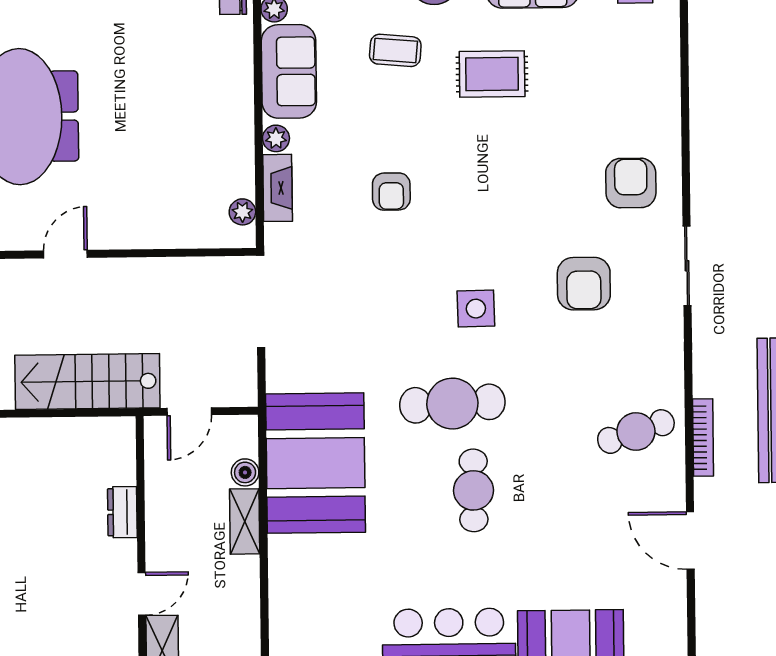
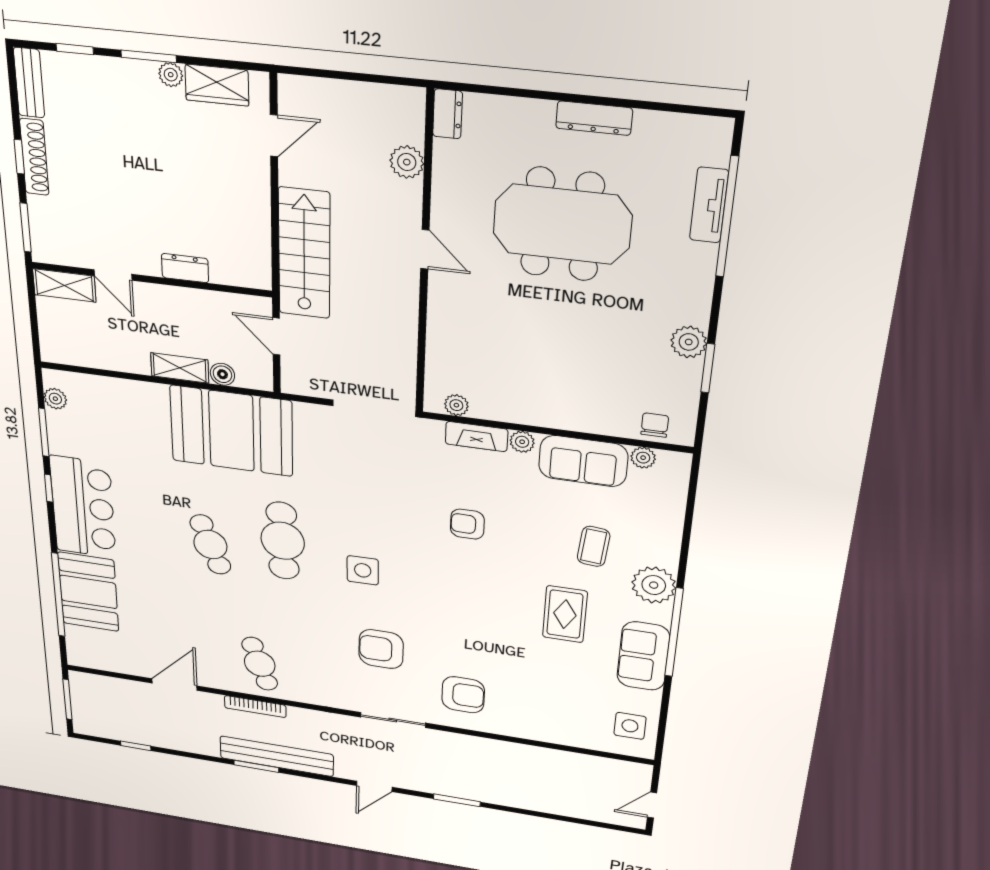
cafe table: (474, 490) -> (210, 545), turned 70

